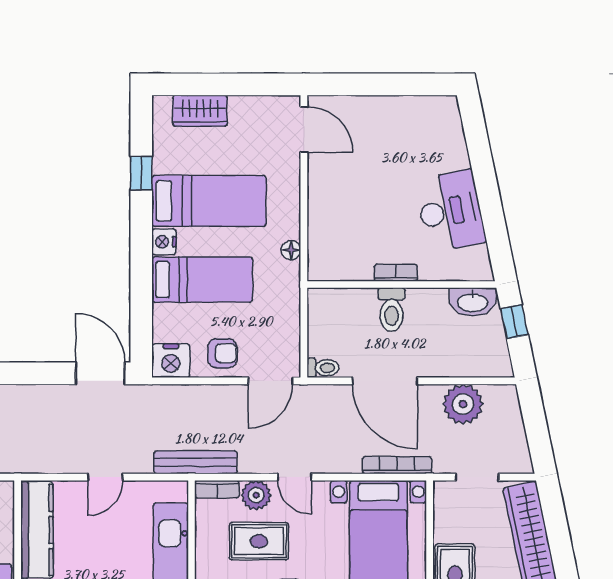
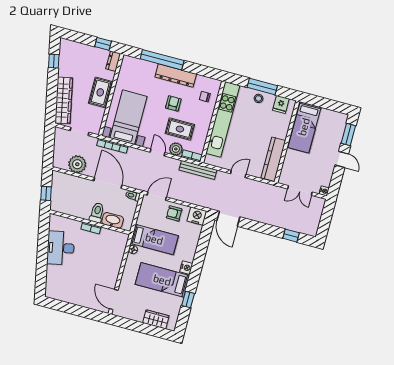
bed: (202, 280) -> (154, 239), moved, turned 180
washbasin: (473, 302) -> (113, 220), moved

